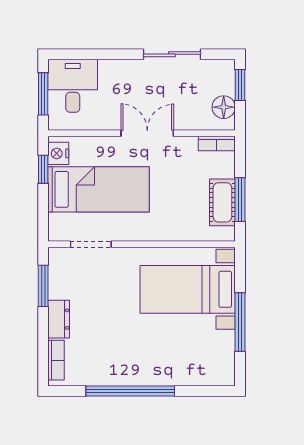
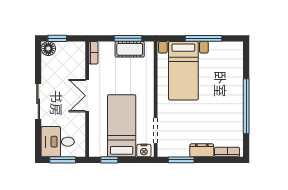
sliding door: (172, 54) -> (38, 101), moved
floor lamp: (224, 107) -> (48, 49), moved
nightstand: (58, 153) -> (144, 151), moved

